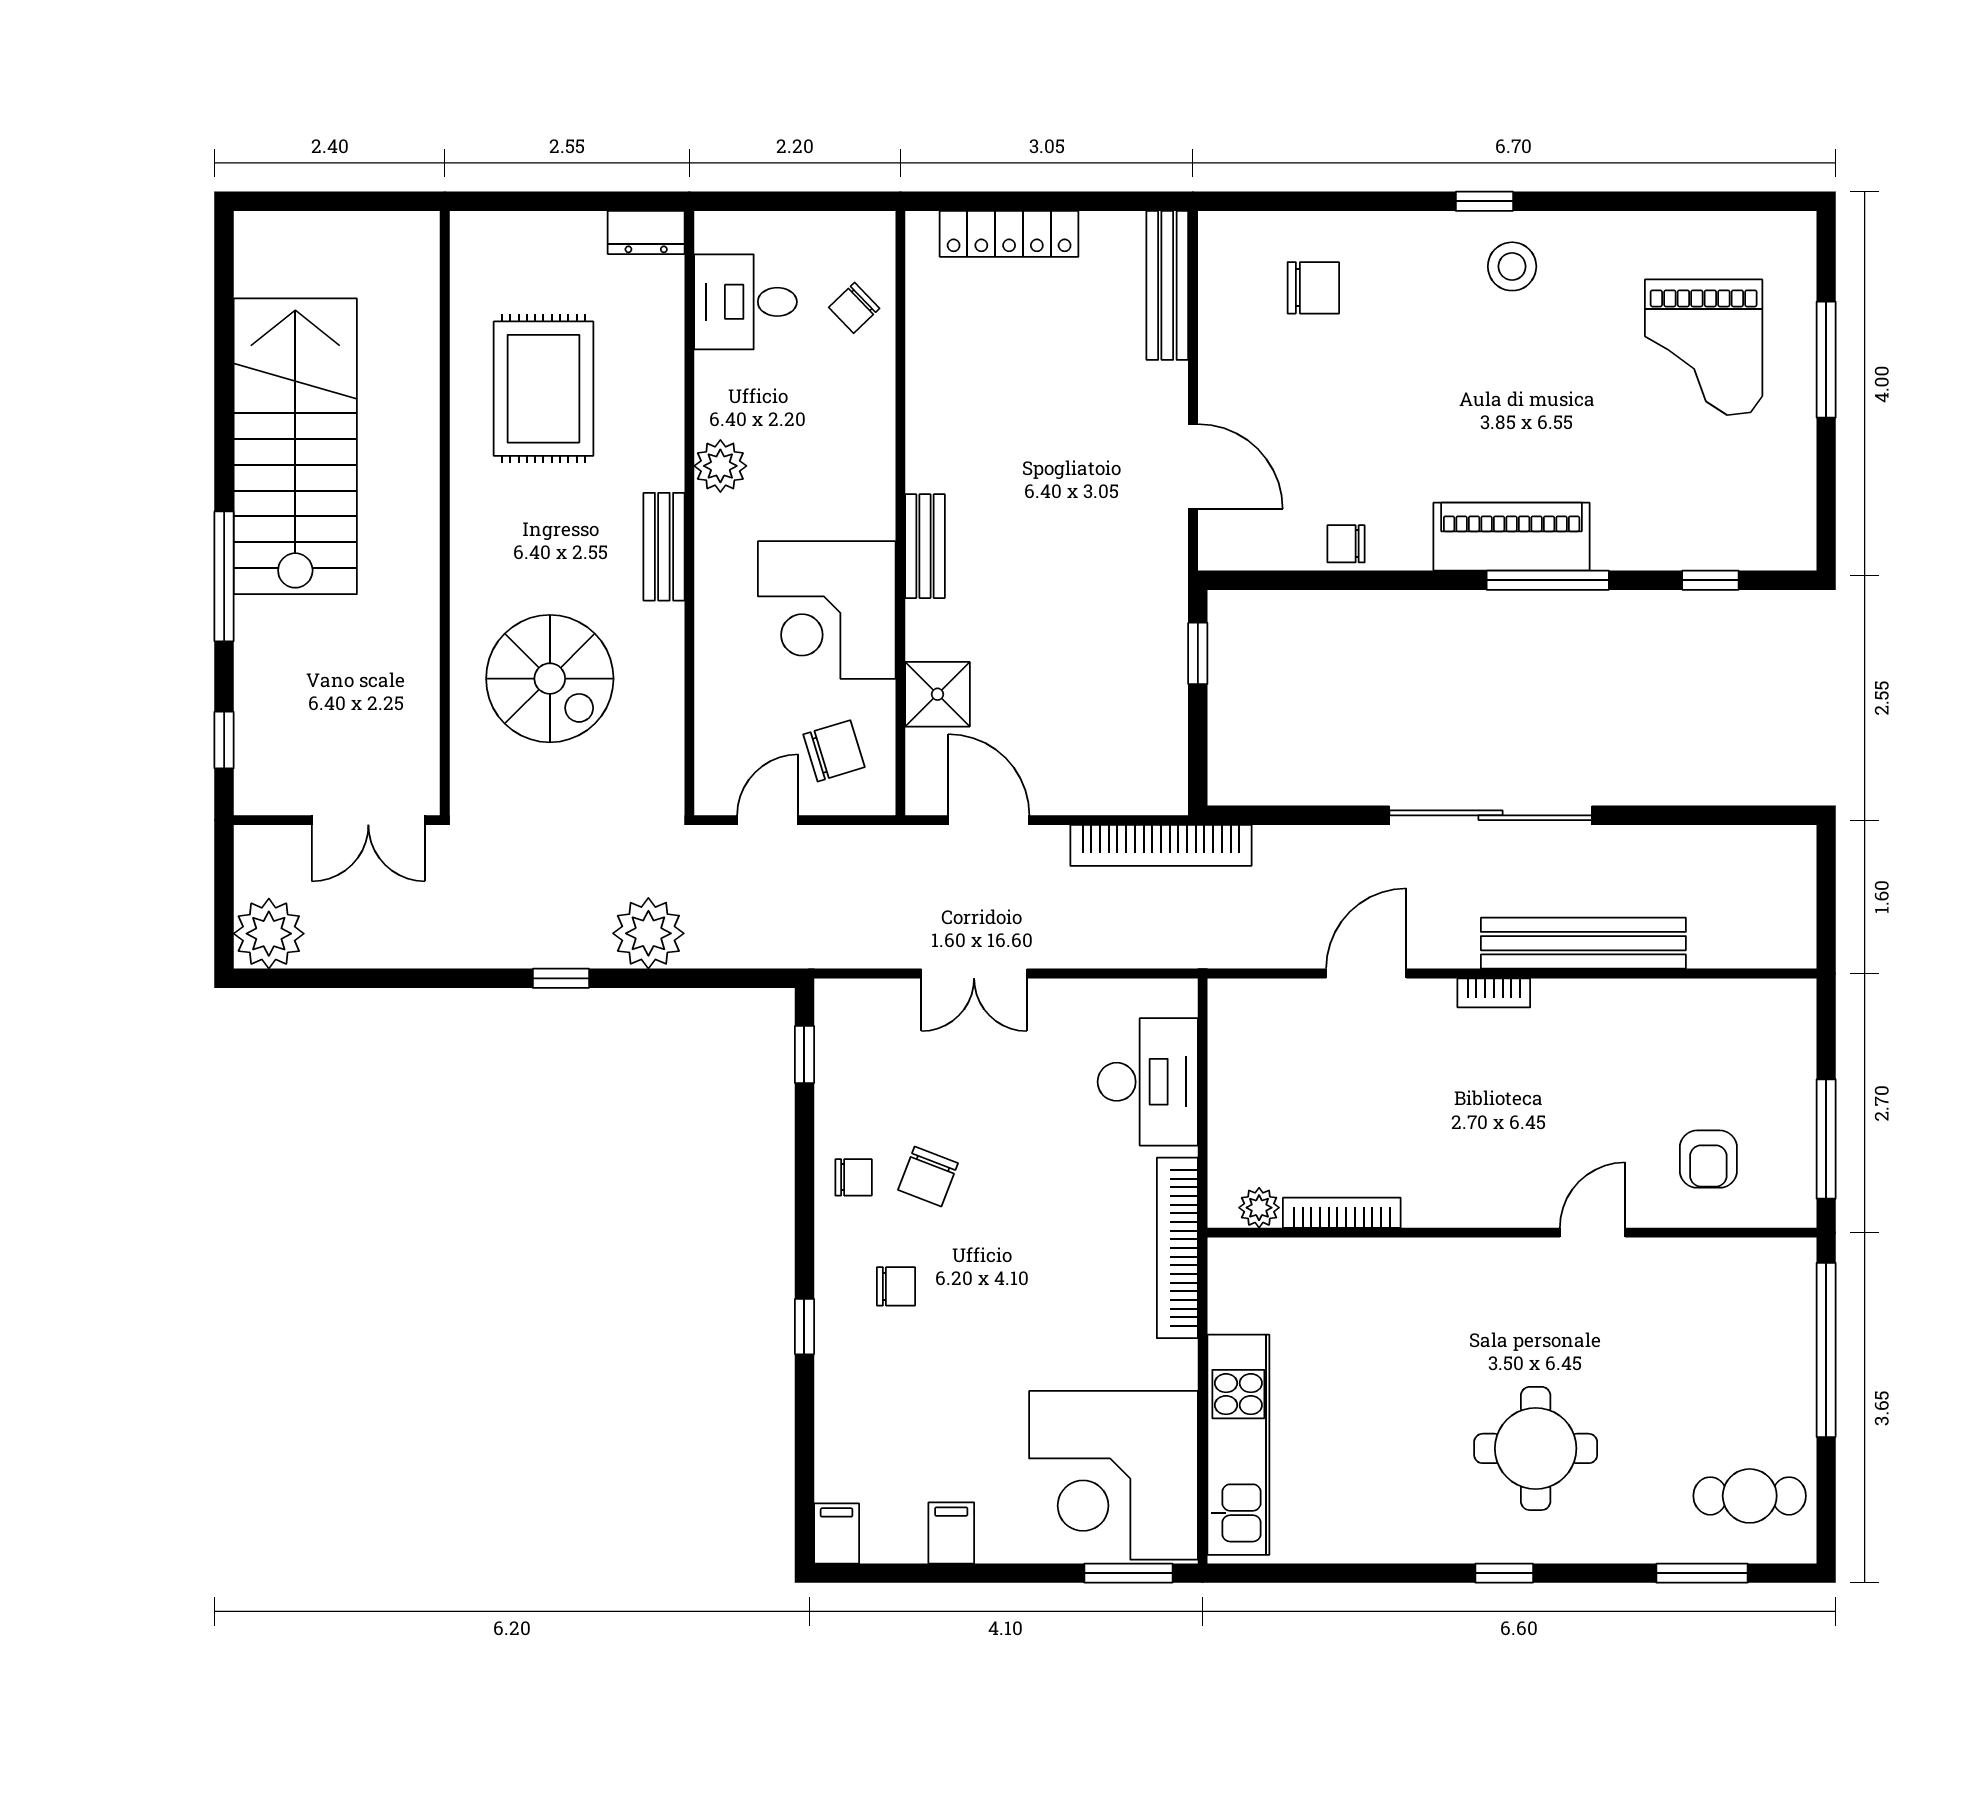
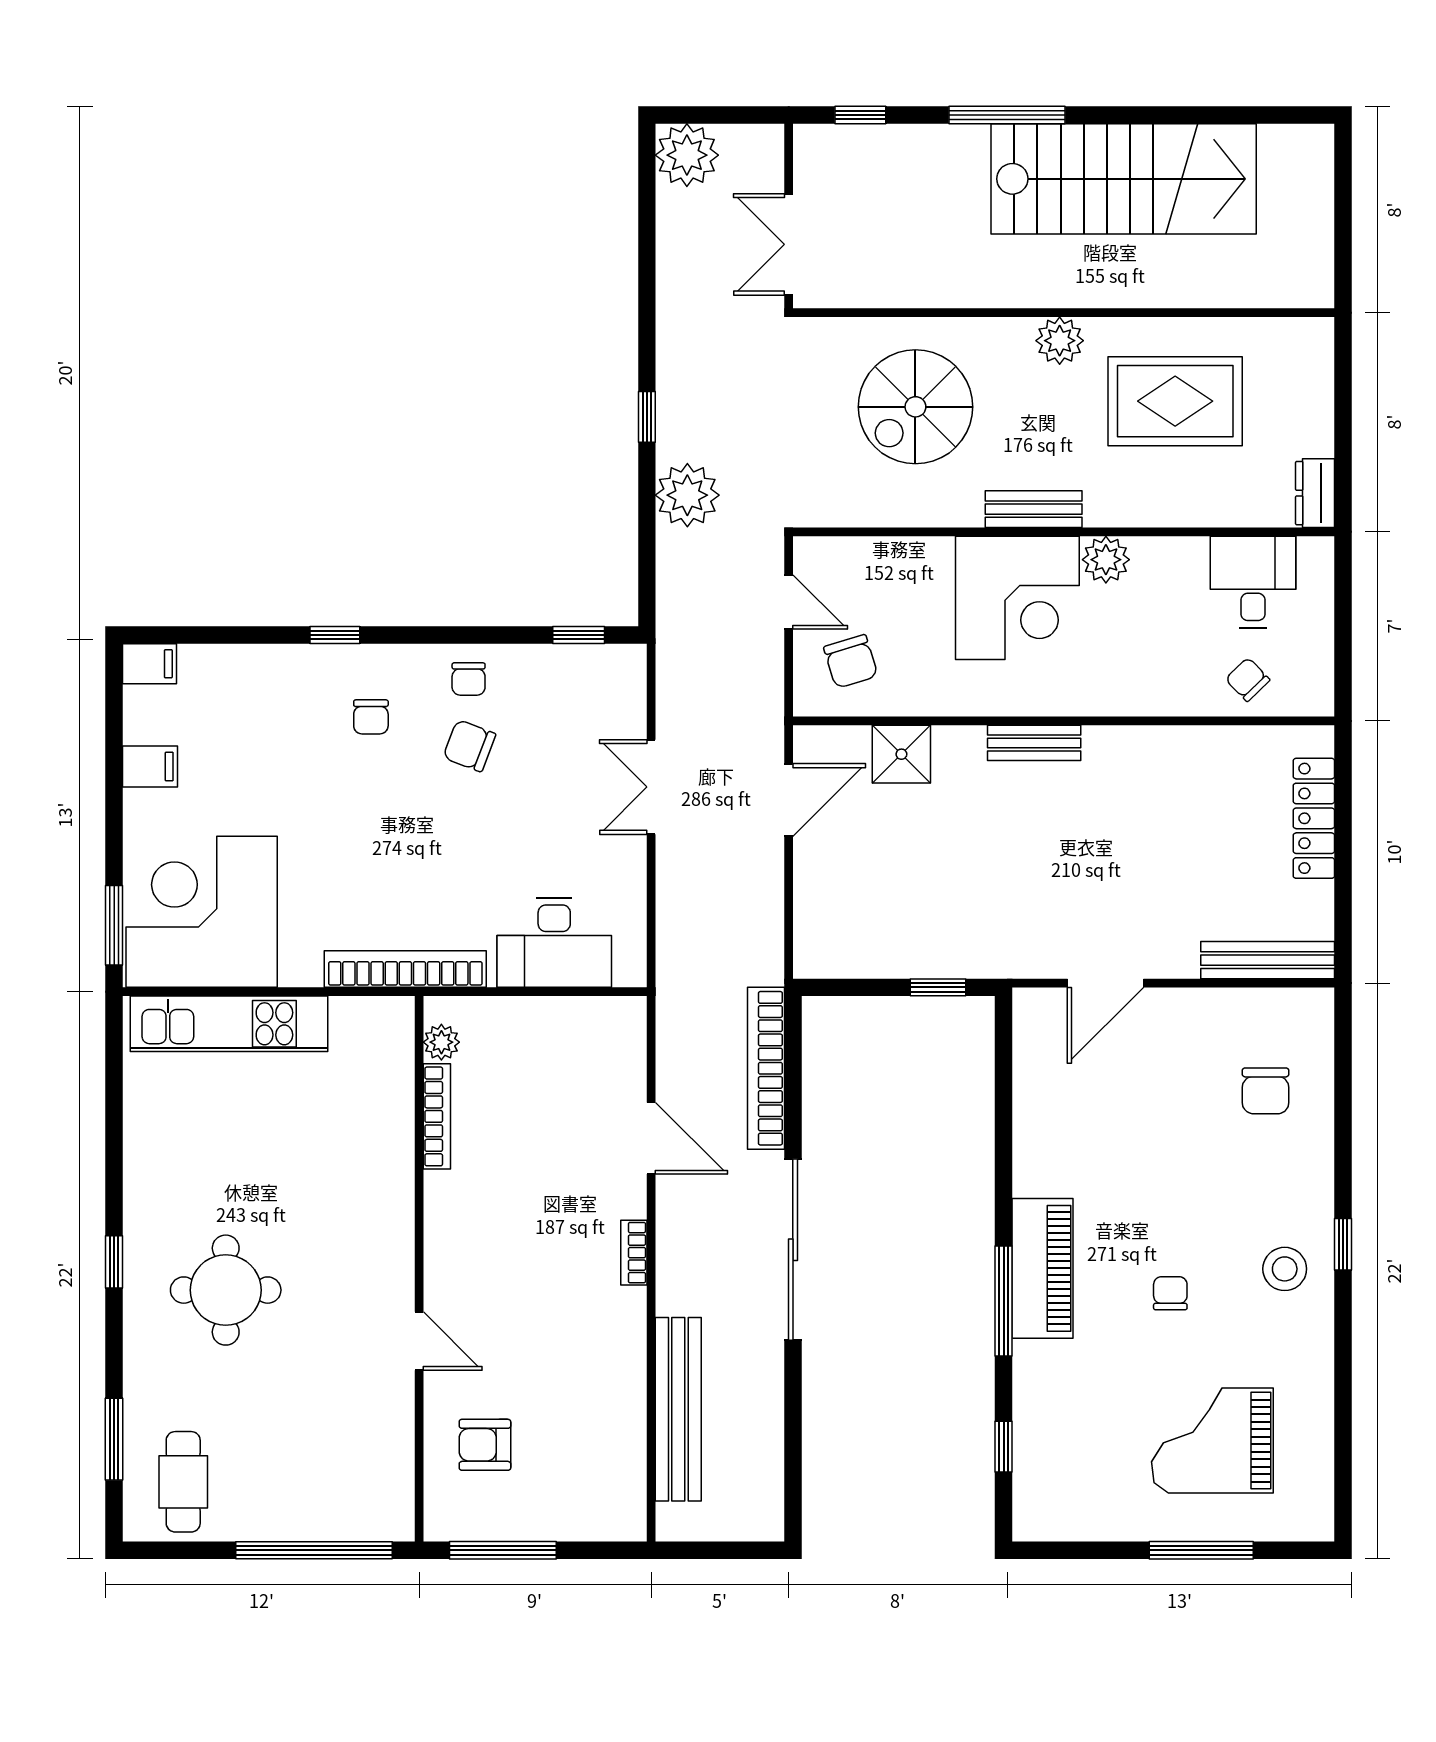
plant: (476, 518) -> (1060, 341), added
chair: (1346, 544) -> (1170, 1293), moved
corner desk: (827, 610) -> (1017, 598), moved, turned 180
bookcase: (1161, 845) -> (766, 1068), moved
bench: (1583, 943) -> (678, 1409), moved

